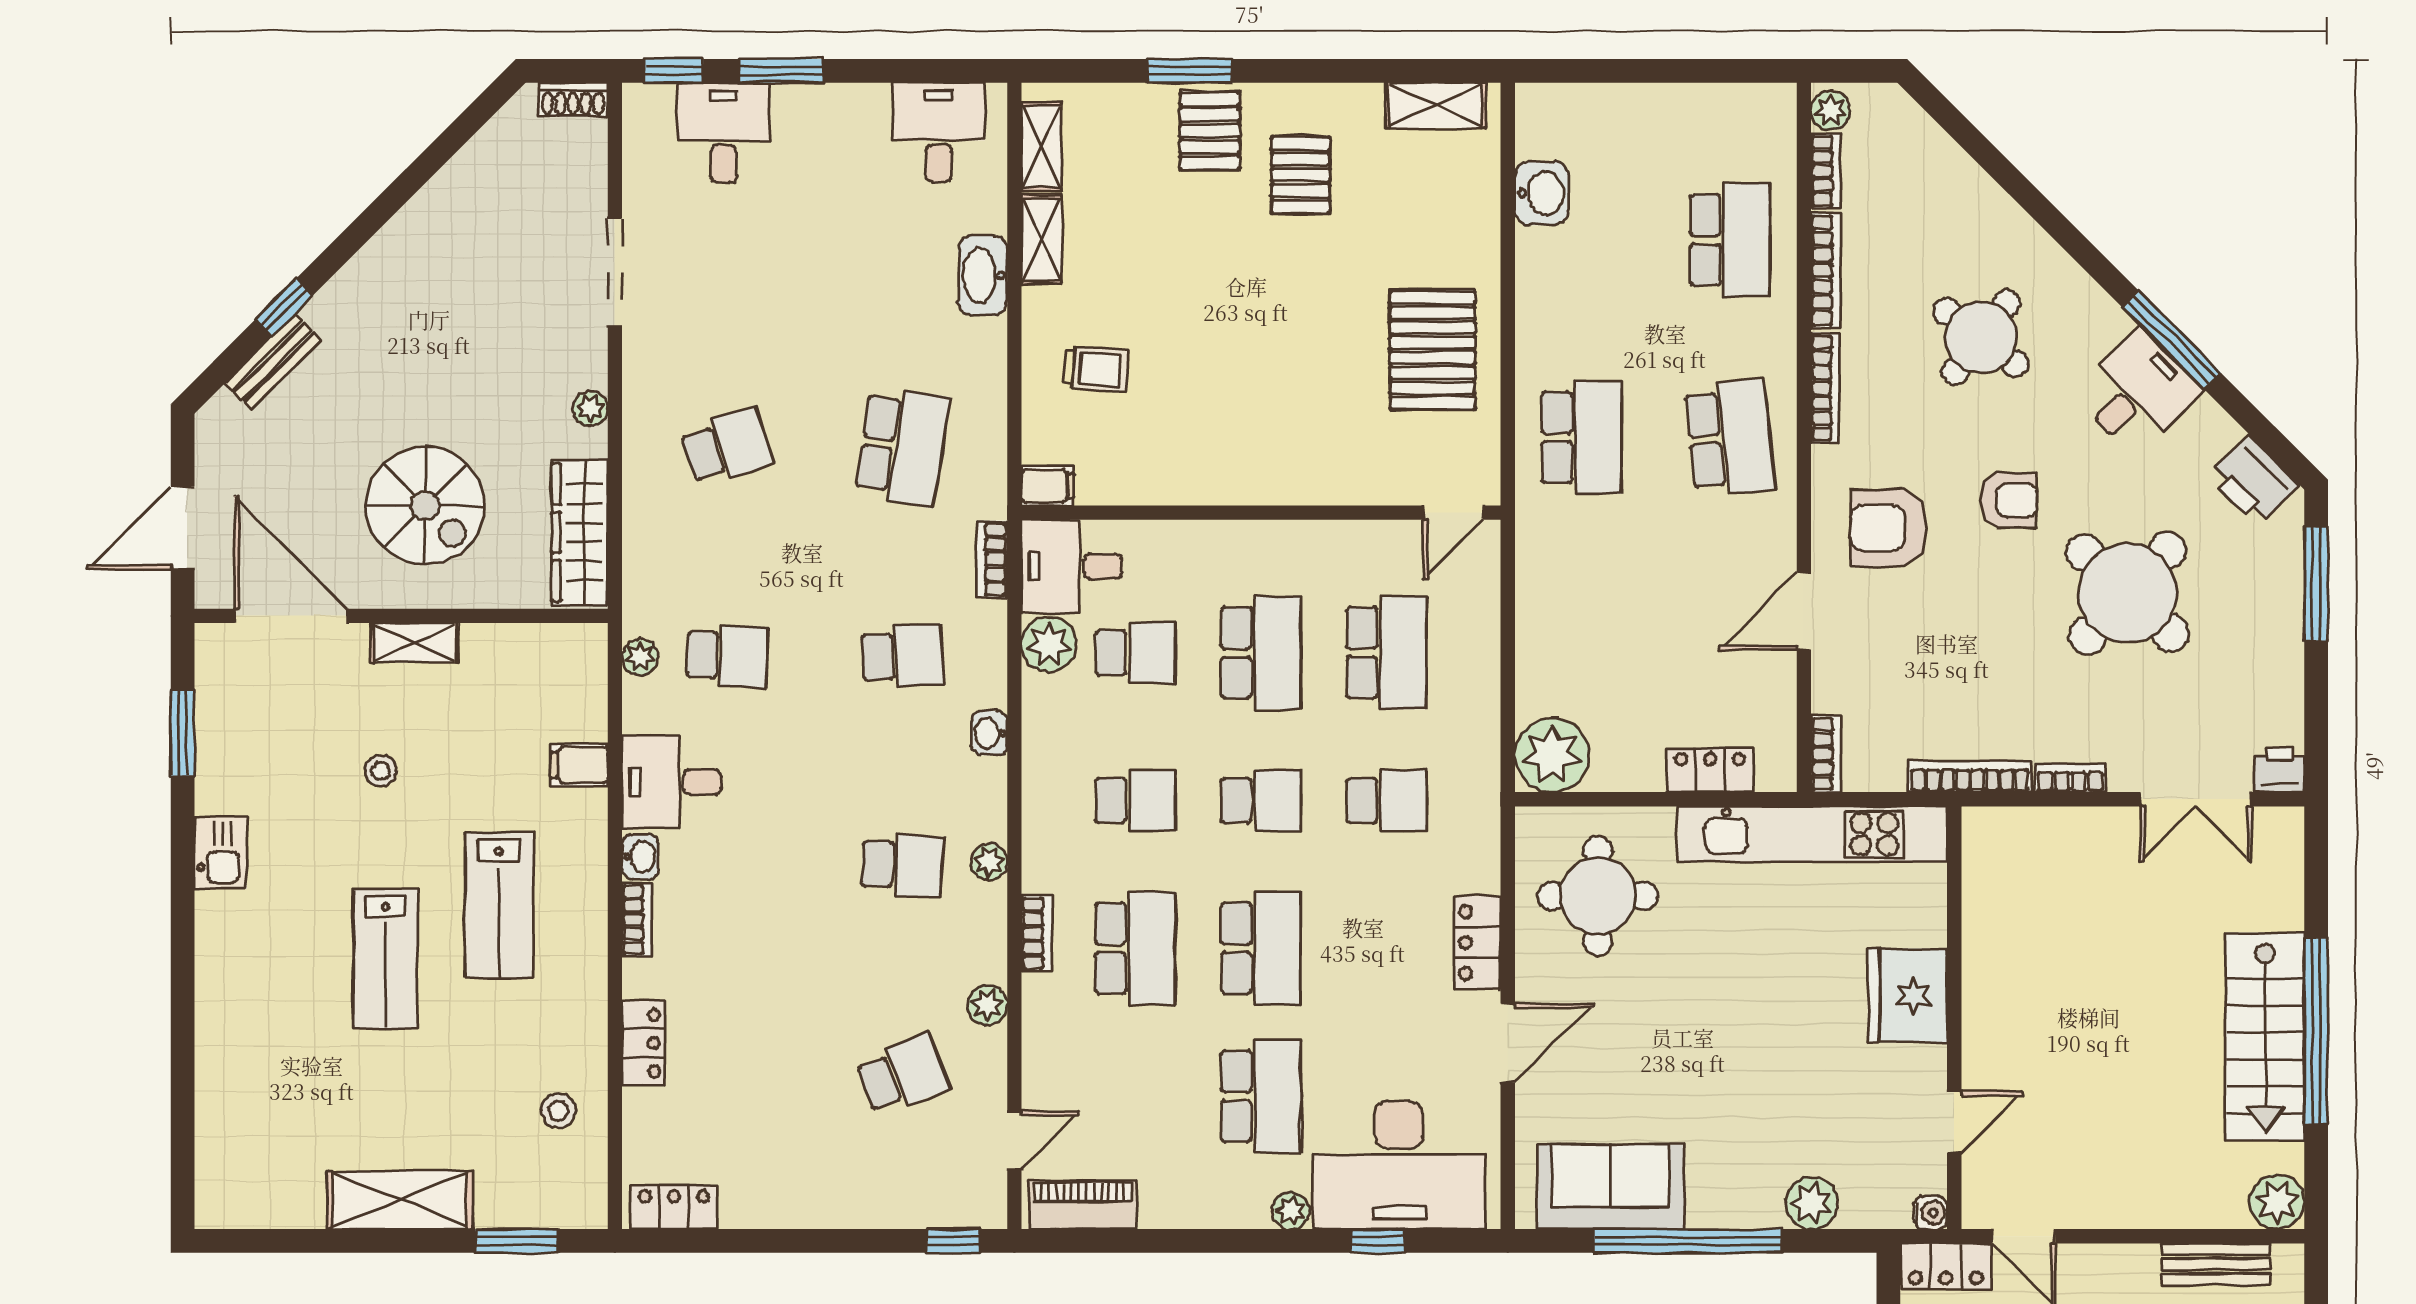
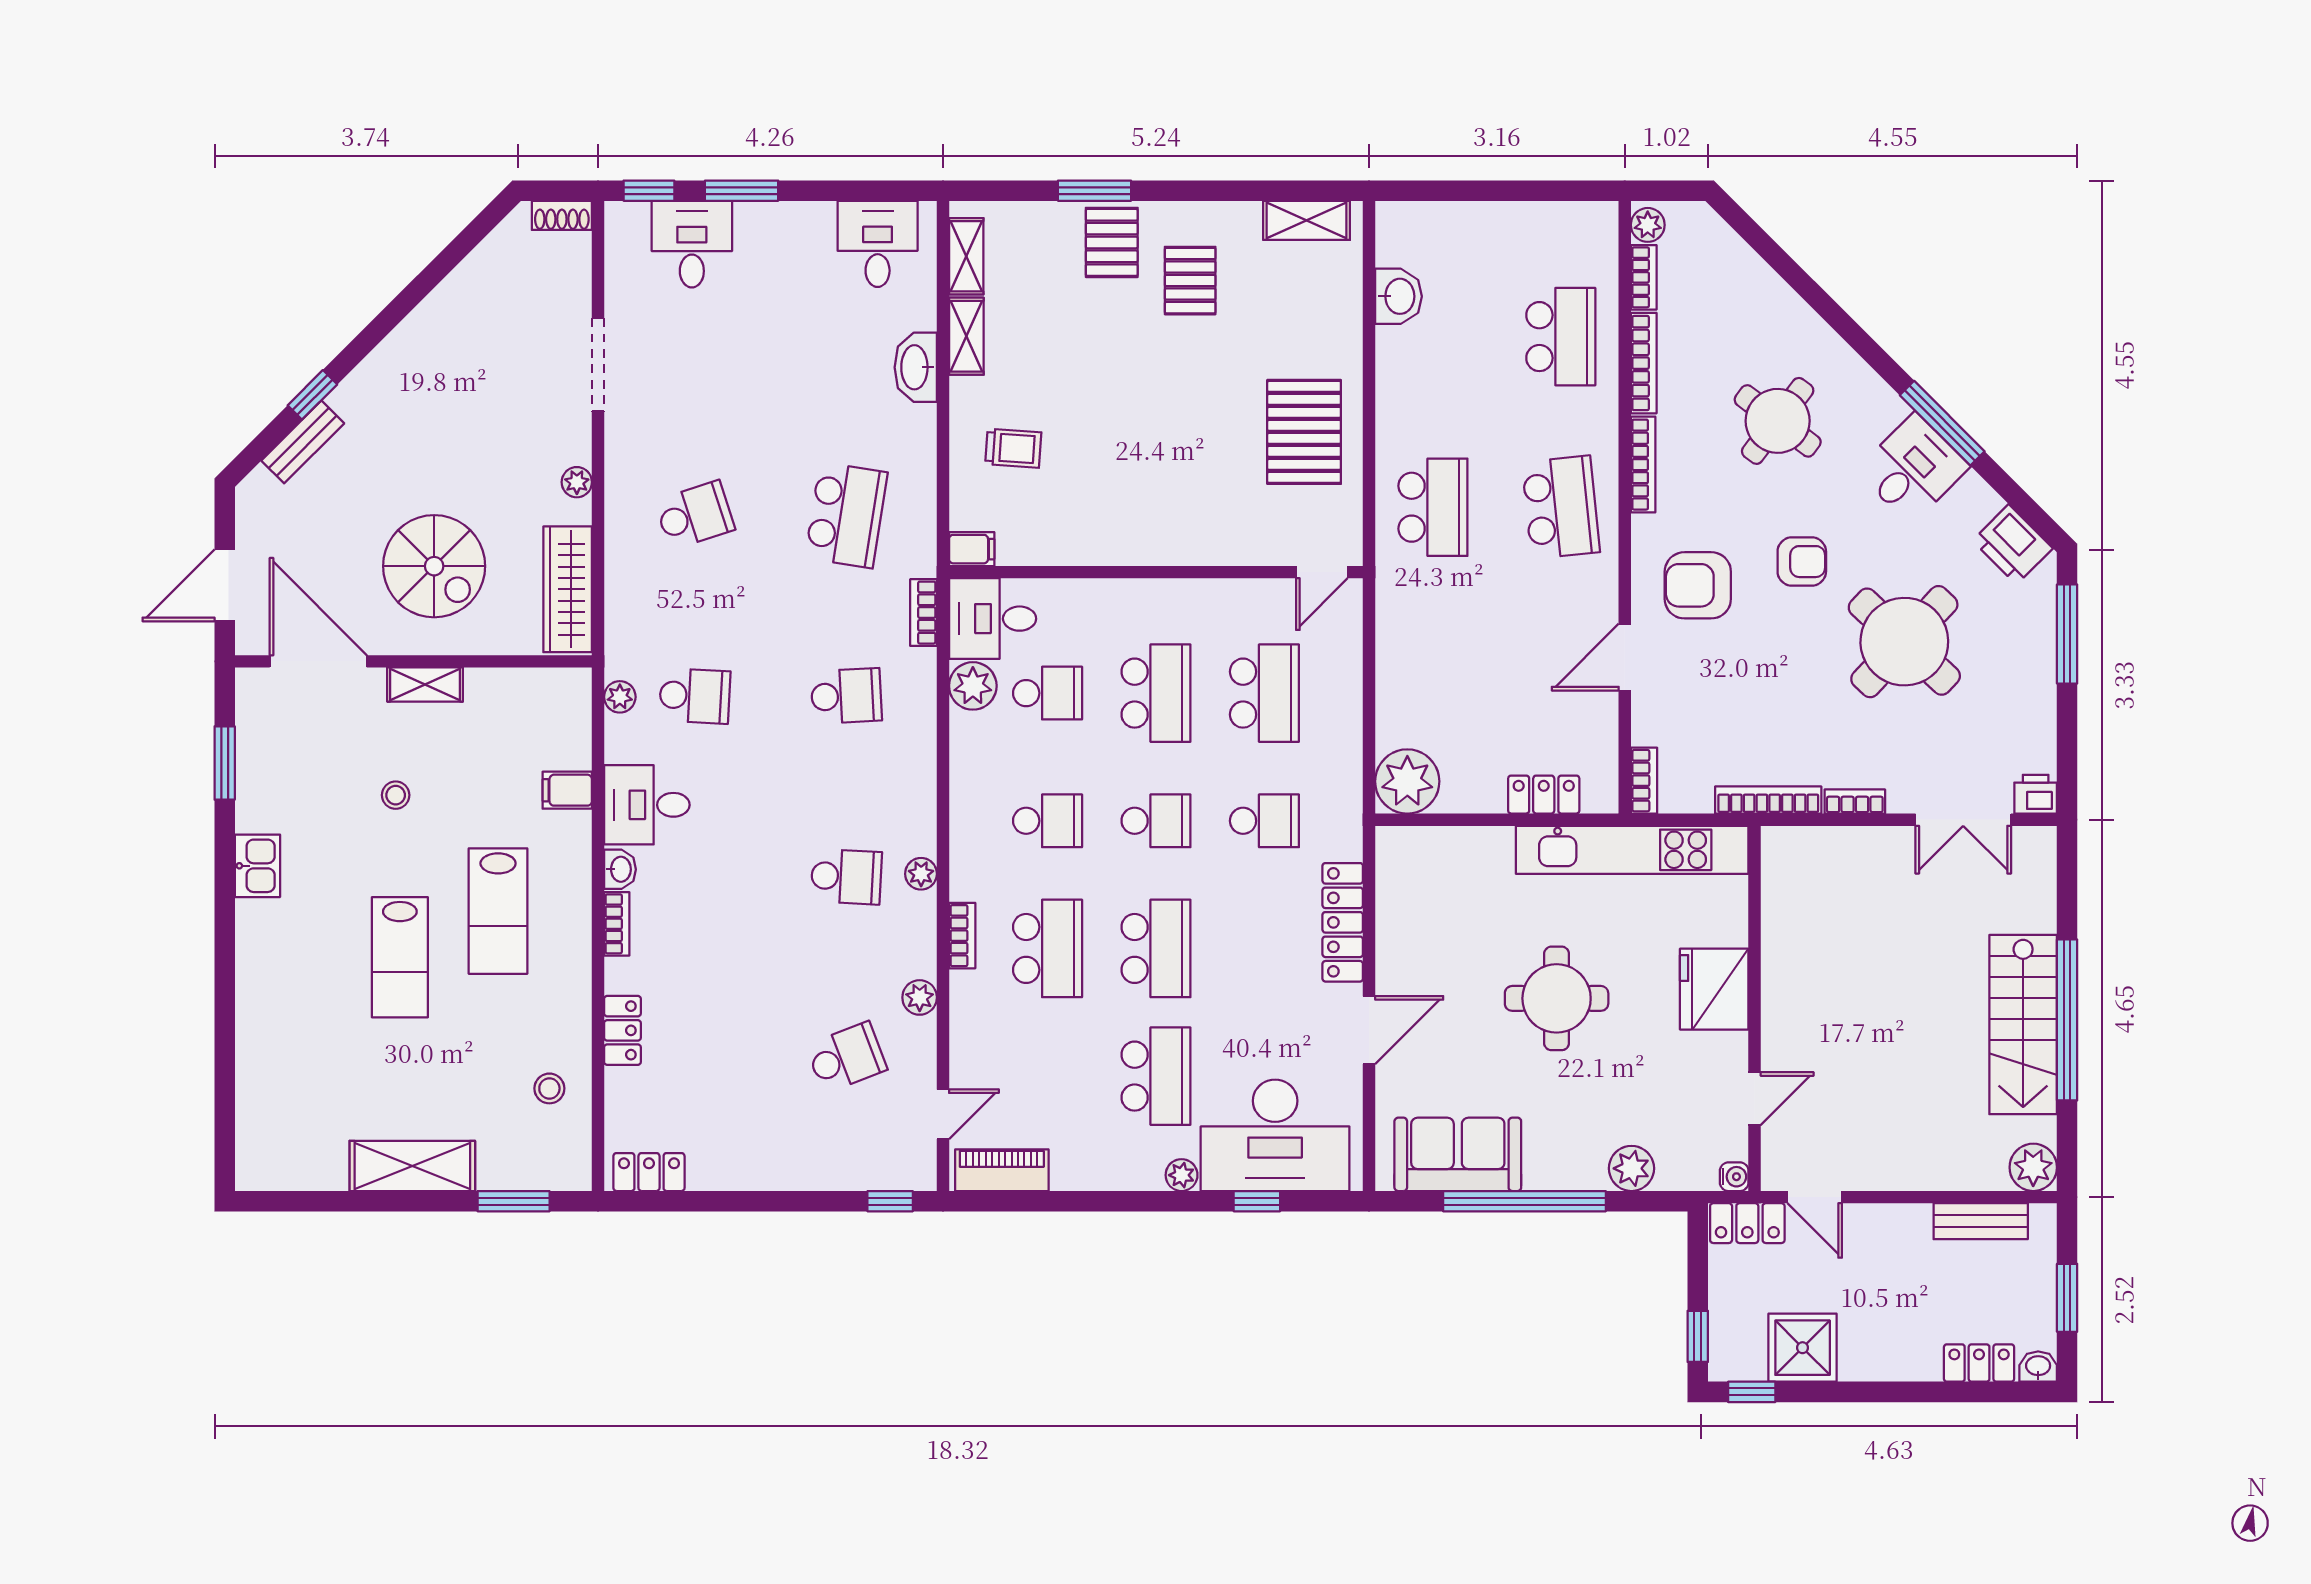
washbasin: (989, 733) -> (921, 762), removed
round table: (1598, 896) -> (1557, 998), moved
locker: (1477, 943) -> (1343, 922), width x1.53

